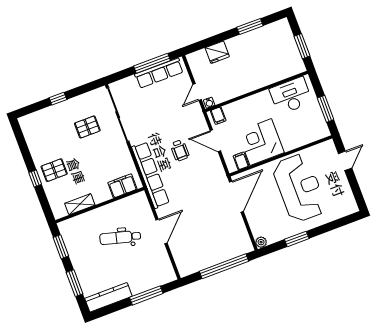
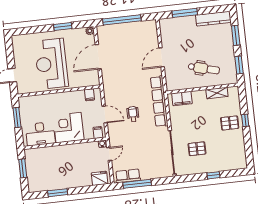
fridge: (217, 52) -> (100, 178), moved
row of seats: (159, 73) -> (128, 176), width x0.68
corner desk: (261, 142) -> (69, 128), moved, turned 180
door: (236, 197) -> (98, 57), moved
dental chair: (120, 237) -> (204, 68), moved

